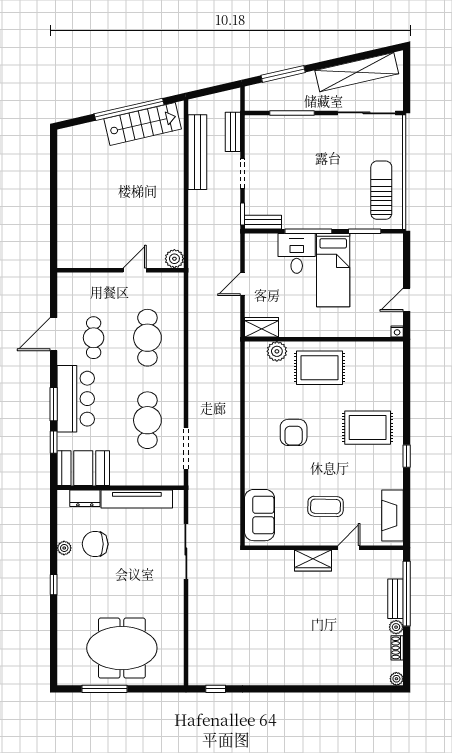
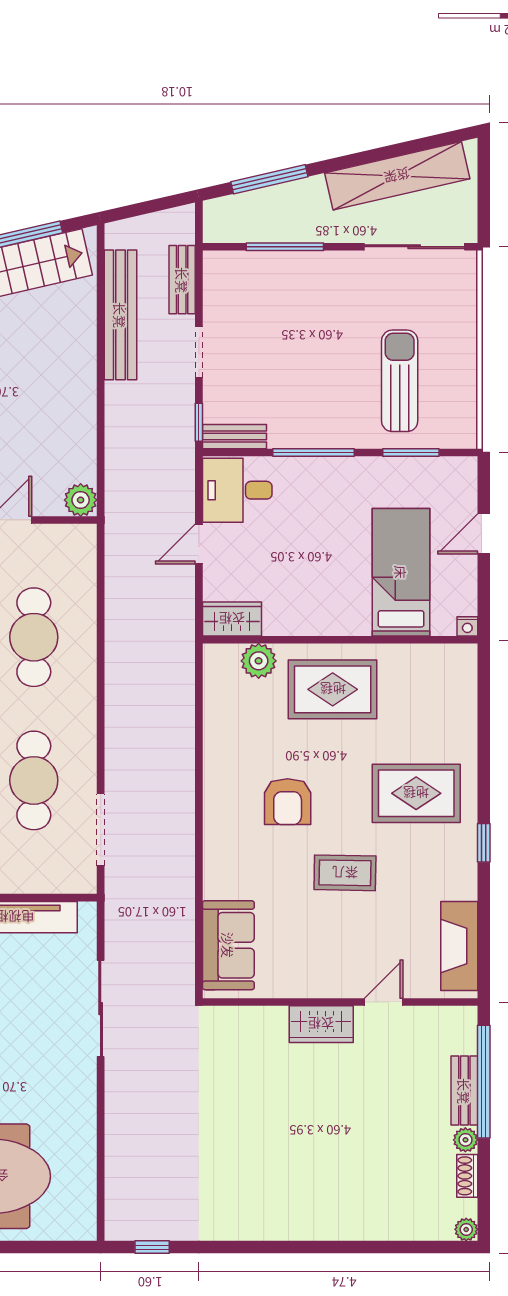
sun lounger: (381, 190) -> (400, 381), moved
desk: (297, 253) -> (237, 490), moved, turned -90
bed: (333, 270) -> (401, 572), moved, turned 180
door: (407, 300) -> (484, 534), moved
coffee table: (326, 506) -> (345, 873), moved

